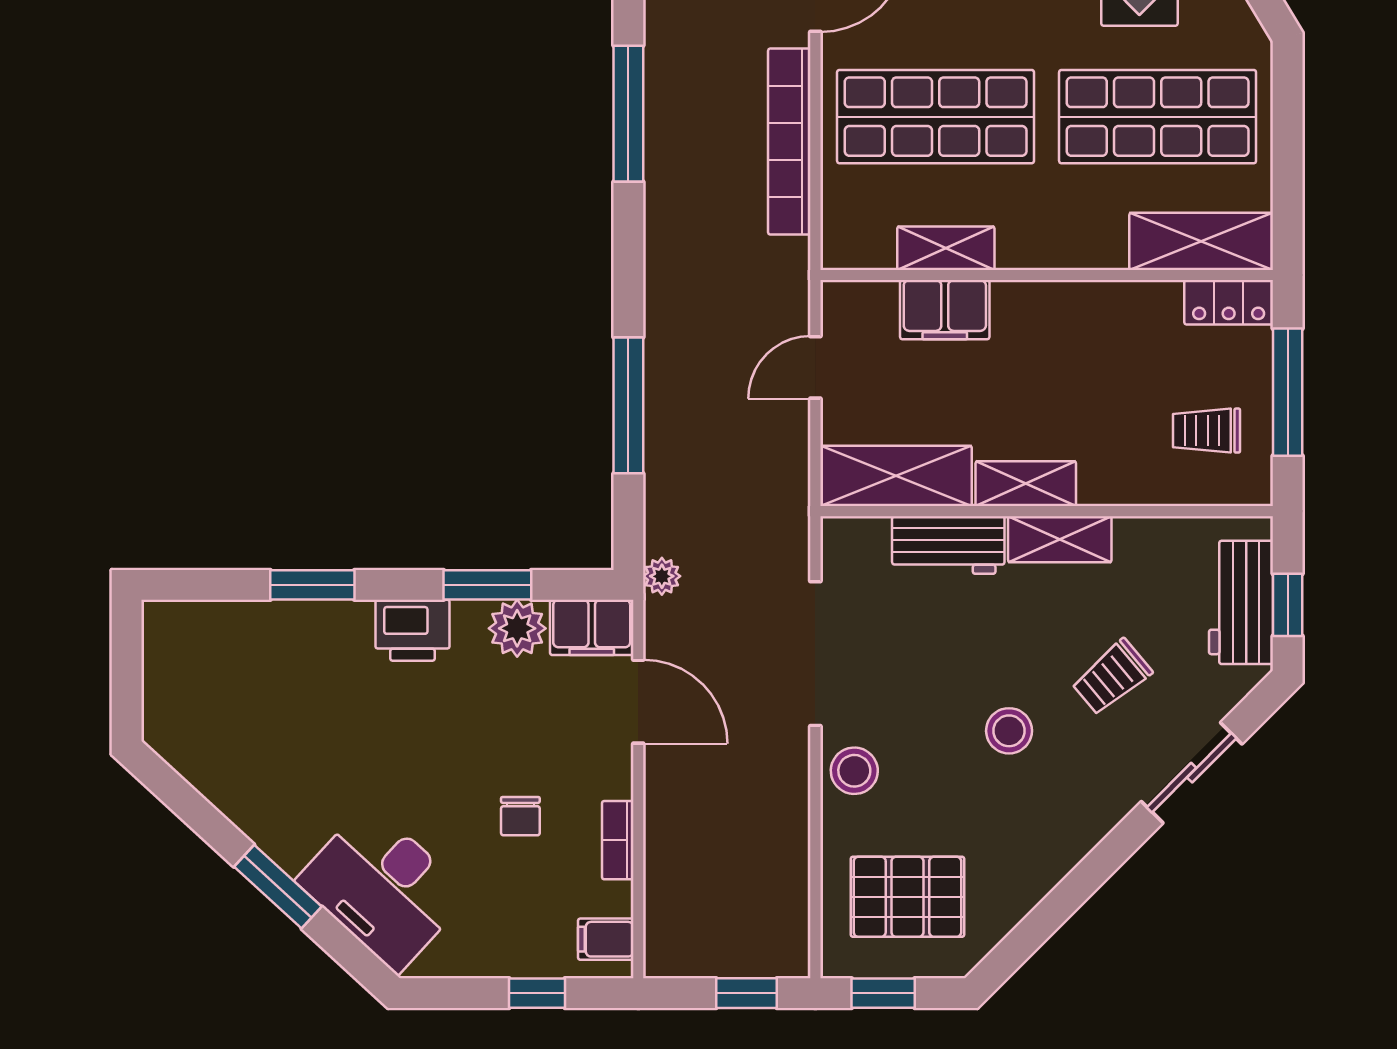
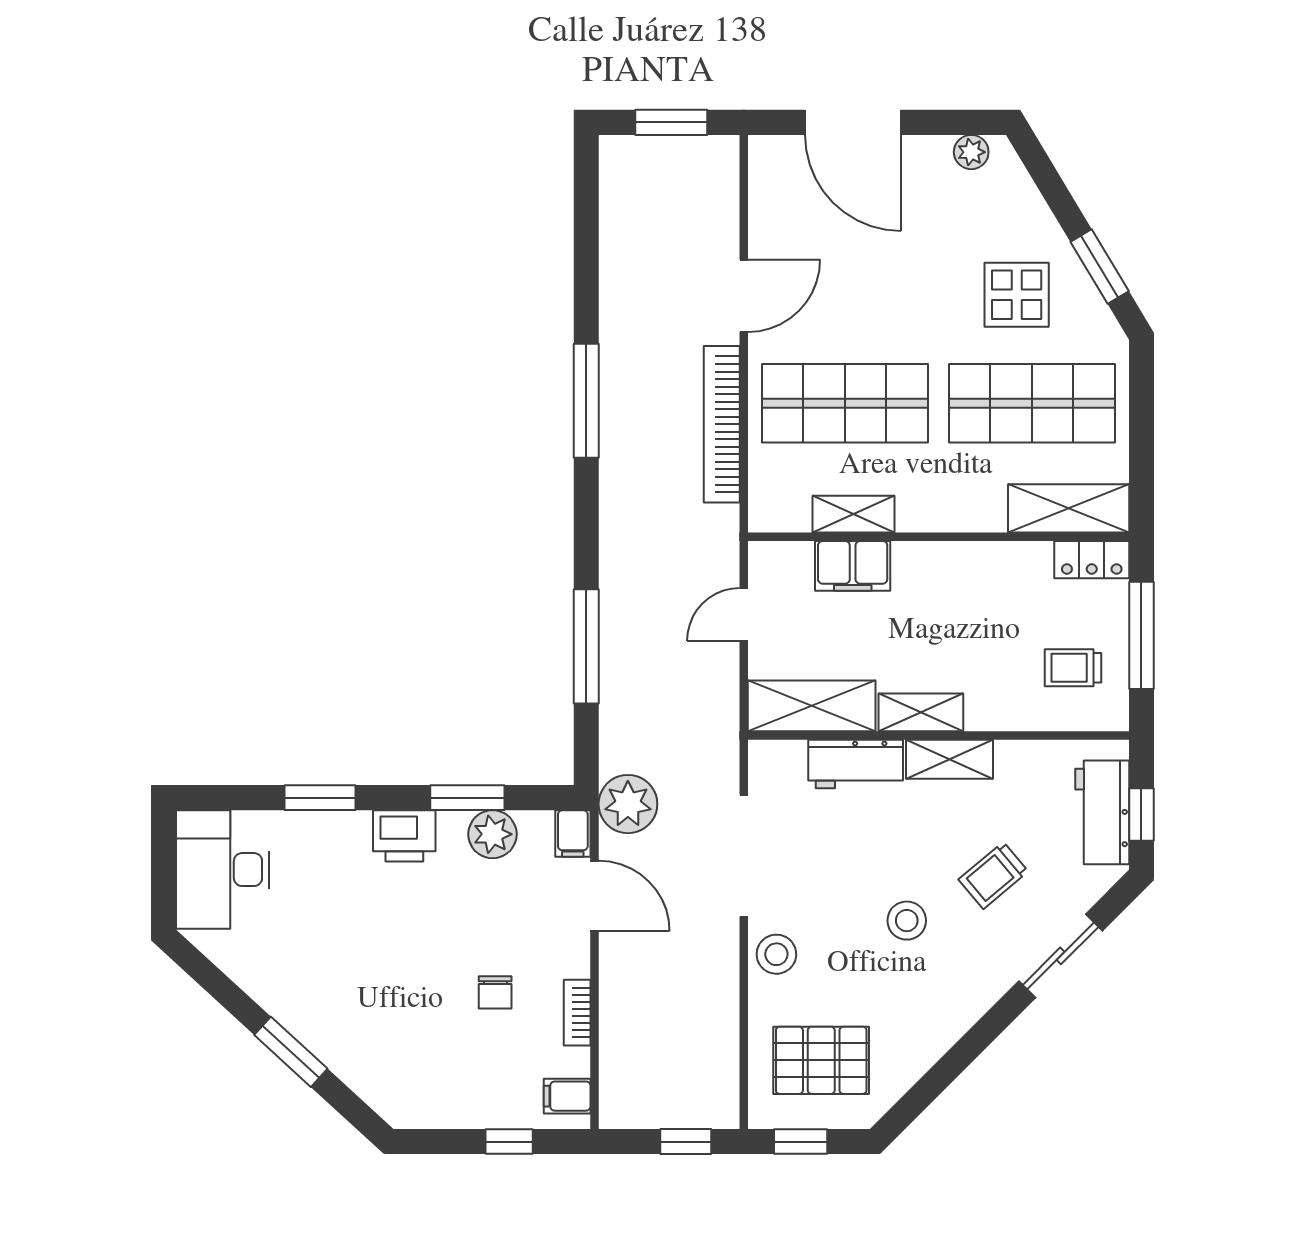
plant: (662, 576) -> (628, 804), width x1.88, depth x1.88
filing cabinet: (592, 627) -> (573, 834), width x0.50
desk: (383, 888) -> (223, 870), moved, turned 47

